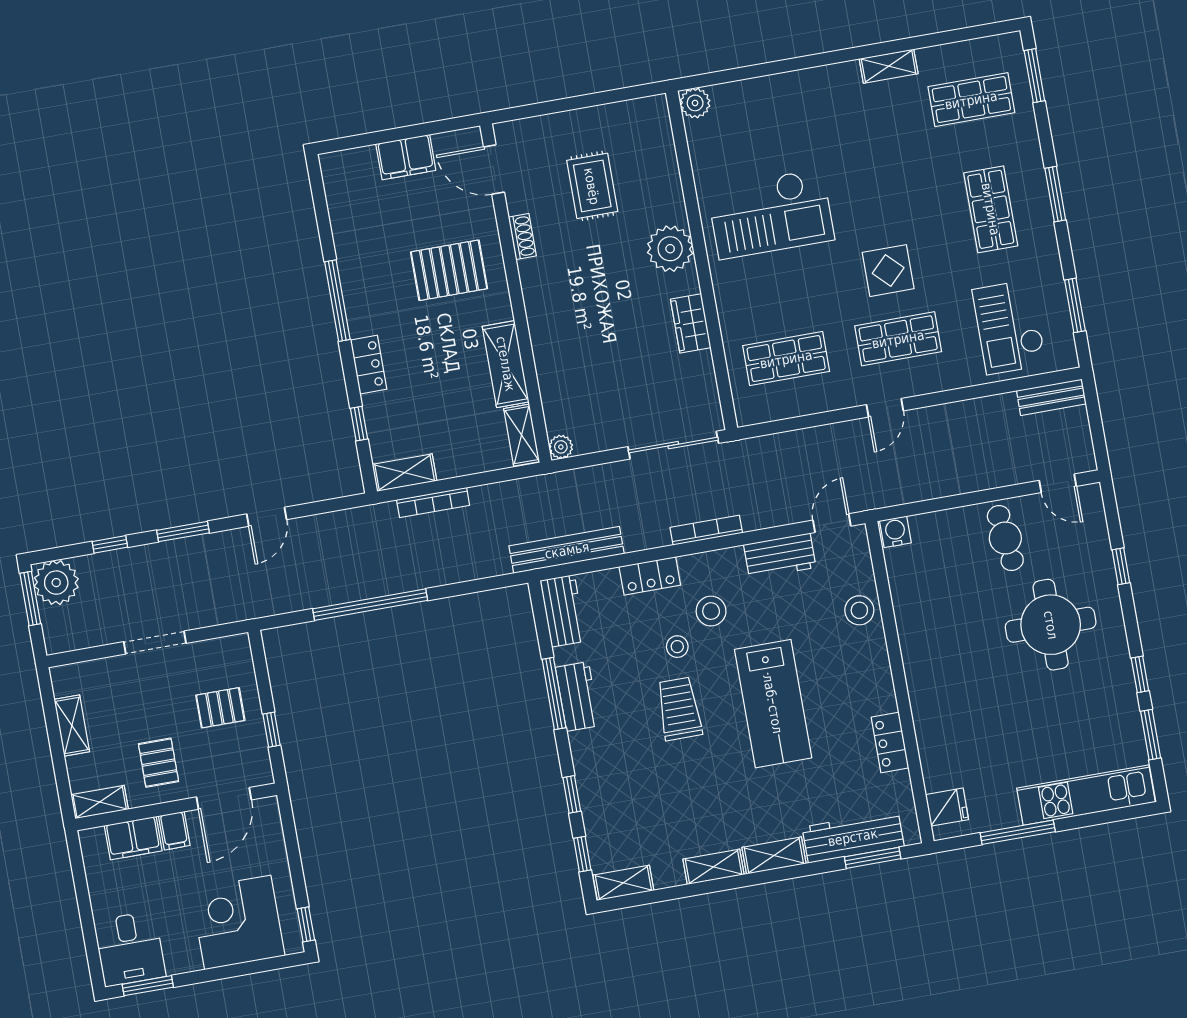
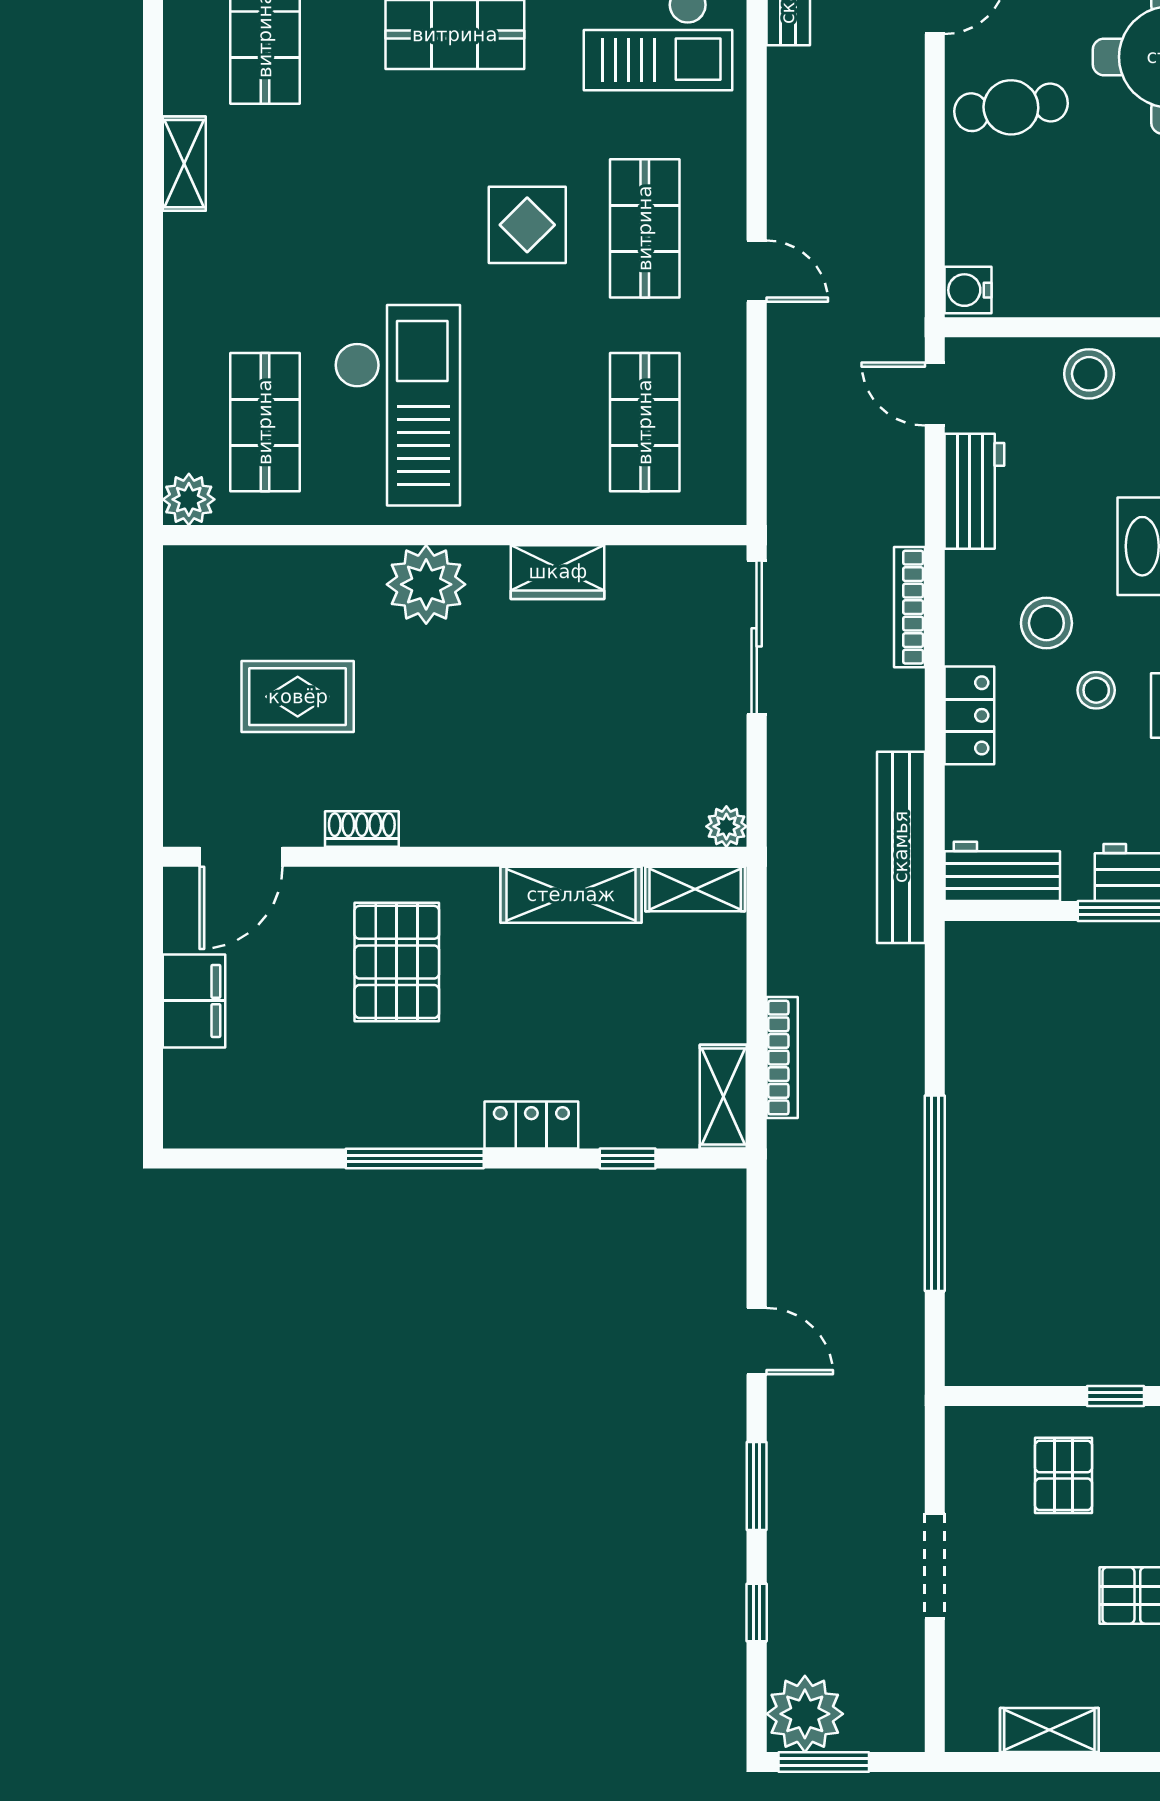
shop shelf: (747, 139) -> (265, 422), added

